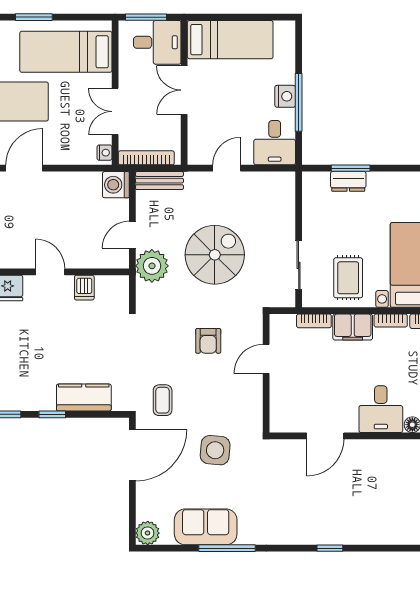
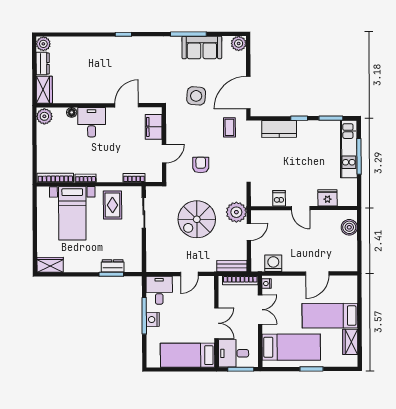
washing machine: (116, 185) -> (273, 263), moved, turned -90
filing cabinet: (353, 327) -> (154, 127), moved, turned -90

